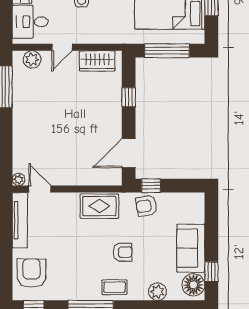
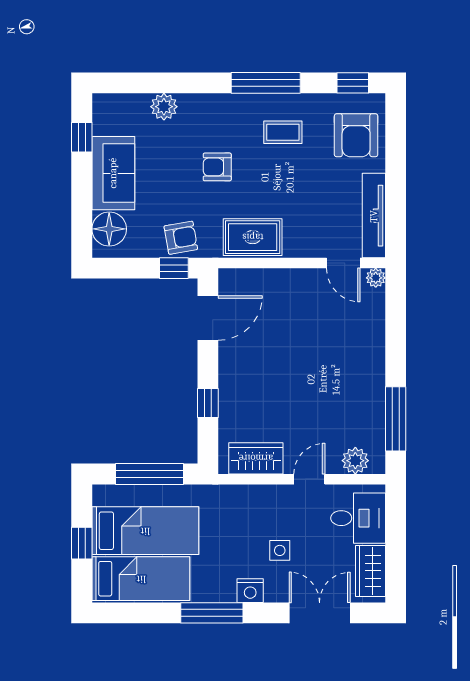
floor lamp: (193, 285) -> (109, 229), moved
coffee table: (114, 287) -> (283, 132), moved

